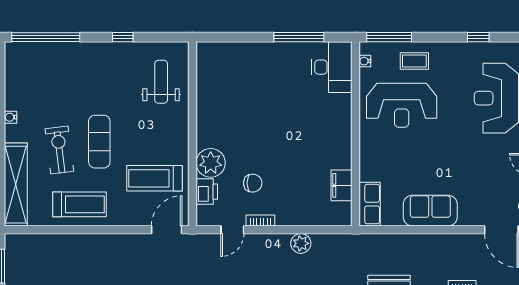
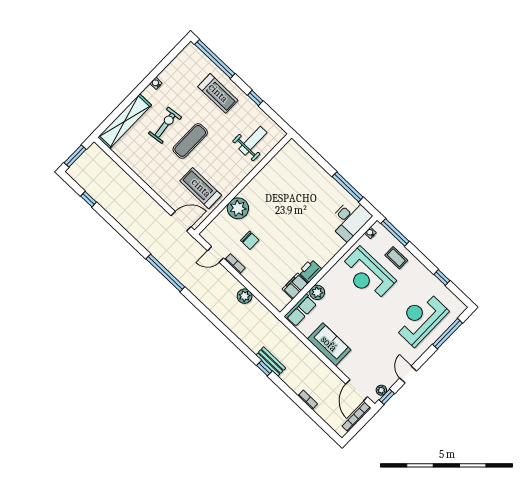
plant: (369, 171) -> (317, 292), added
printer: (207, 192) -> (310, 270), moved, turned 180
treadmill: (79, 204) -> (218, 93), moved

